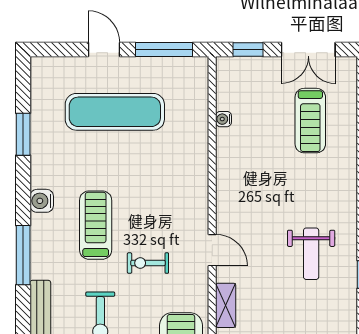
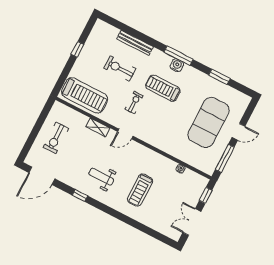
exercise mat: (115, 112) -> (208, 122), width x1.47
treadmill: (310, 121) -> (140, 190), moved, turned -90
water cooler: (42, 201) -> (177, 65), moved
treadmill: (96, 225) -> (163, 88), turned 180
window: (23, 255) -> (178, 56), moved

